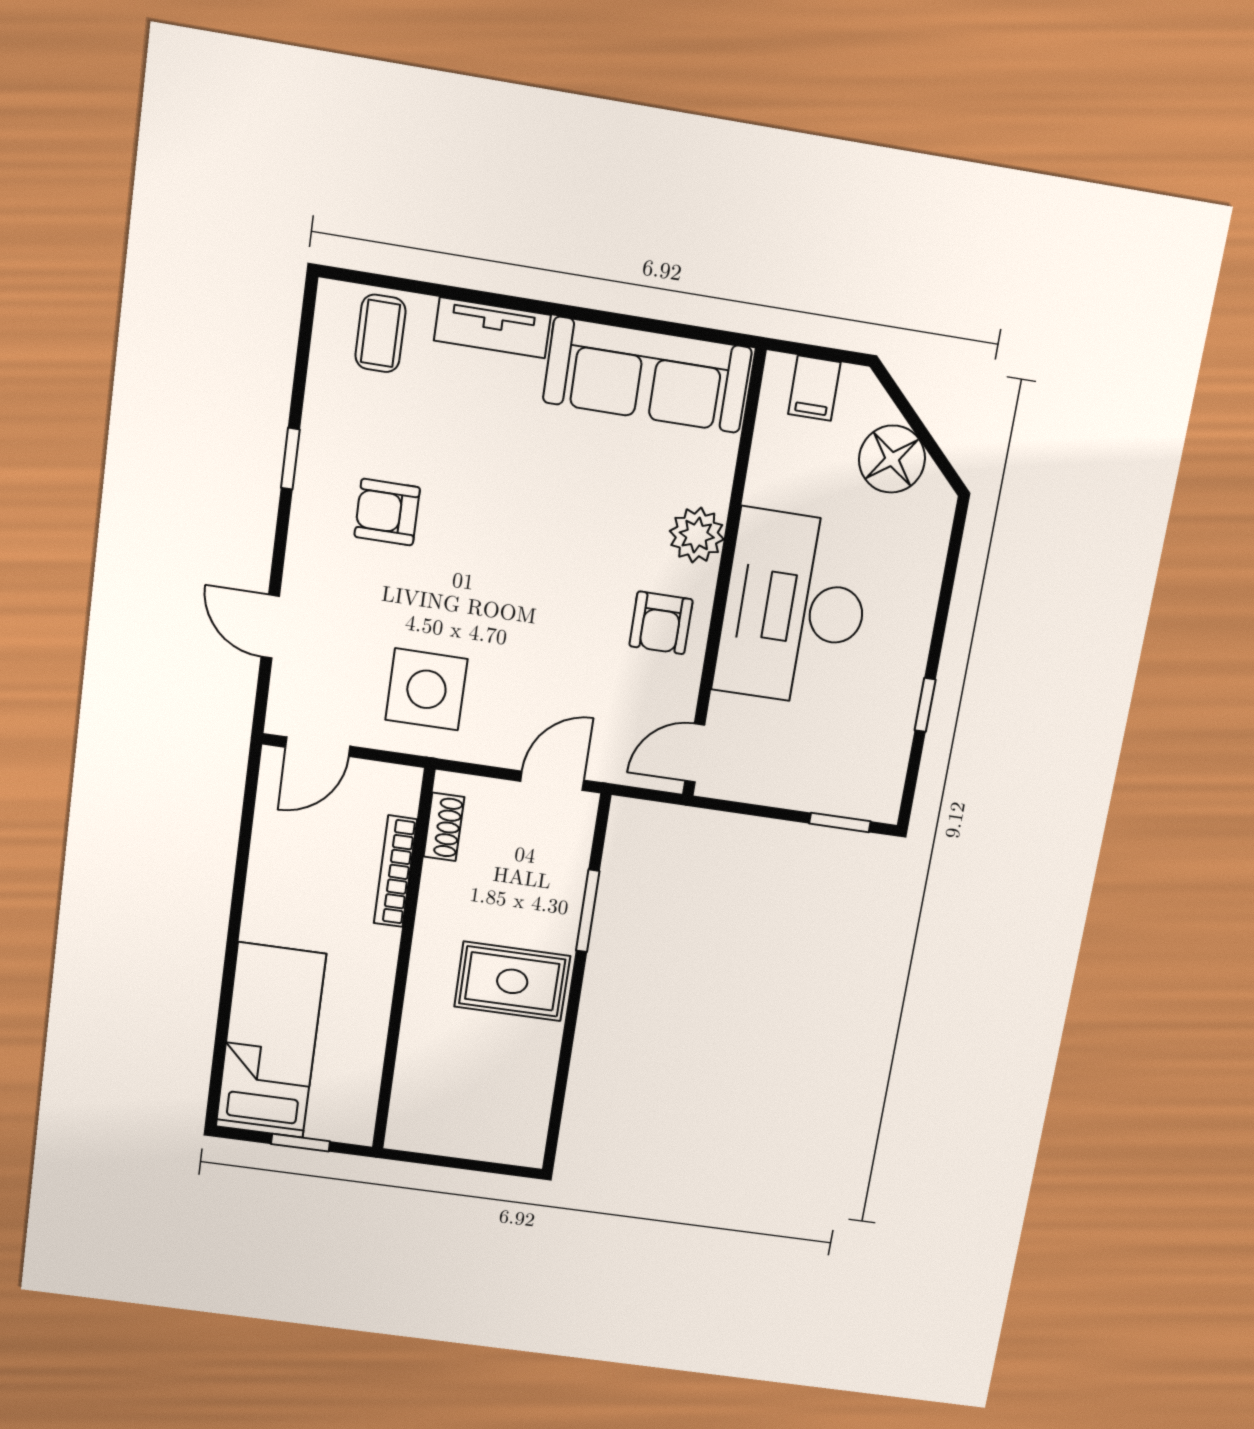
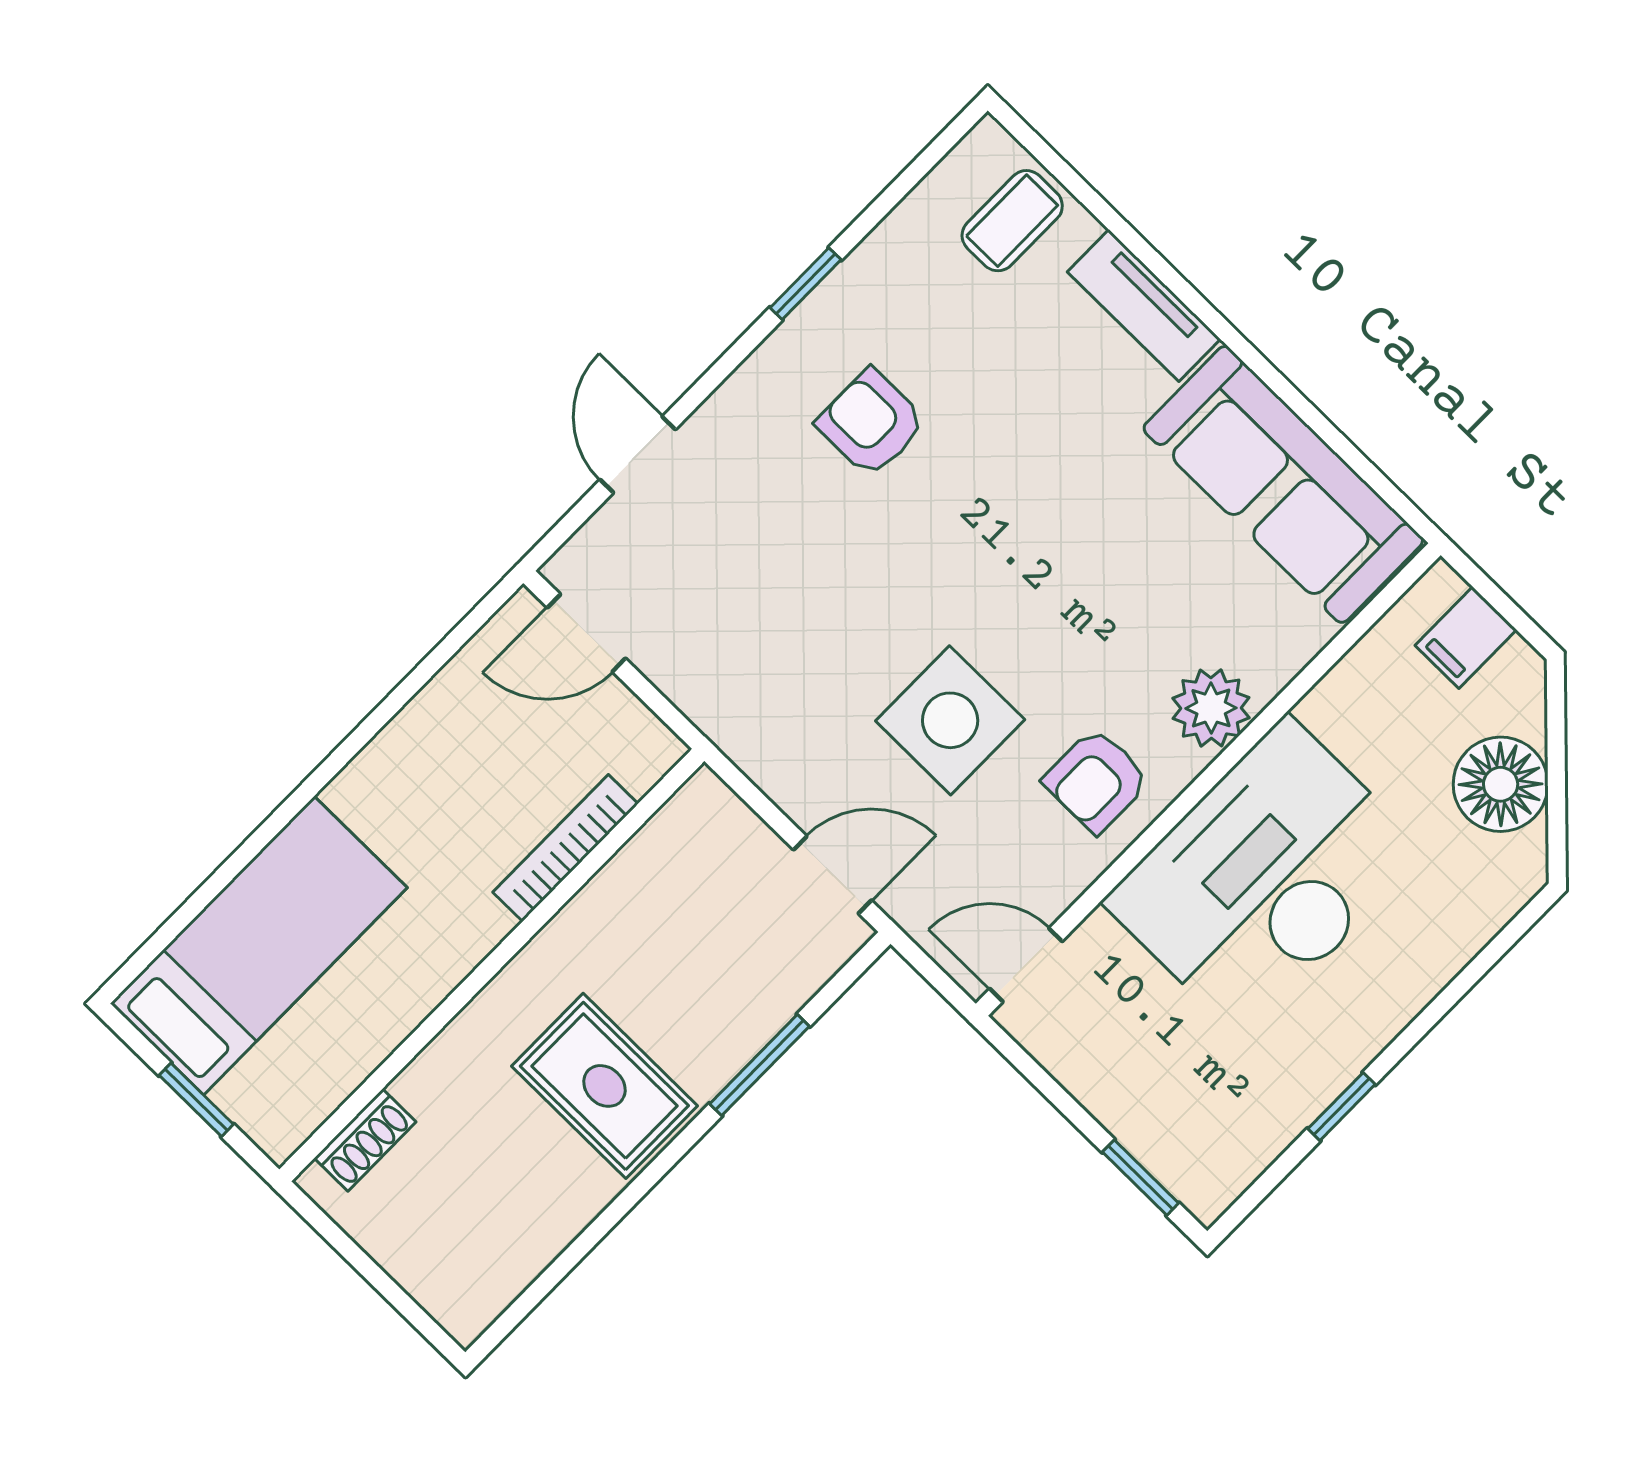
side table: (427, 689) -> (950, 720), moved
shoe rack: (444, 827) -> (365, 1140), moved

